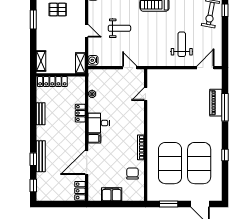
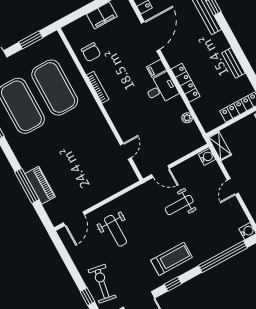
weight bench: (119, 28) -> (179, 205), moved
door: (87, 31) -> (233, 187), hinge flipped
locker: (80, 113) -> (186, 83), width x1.53

